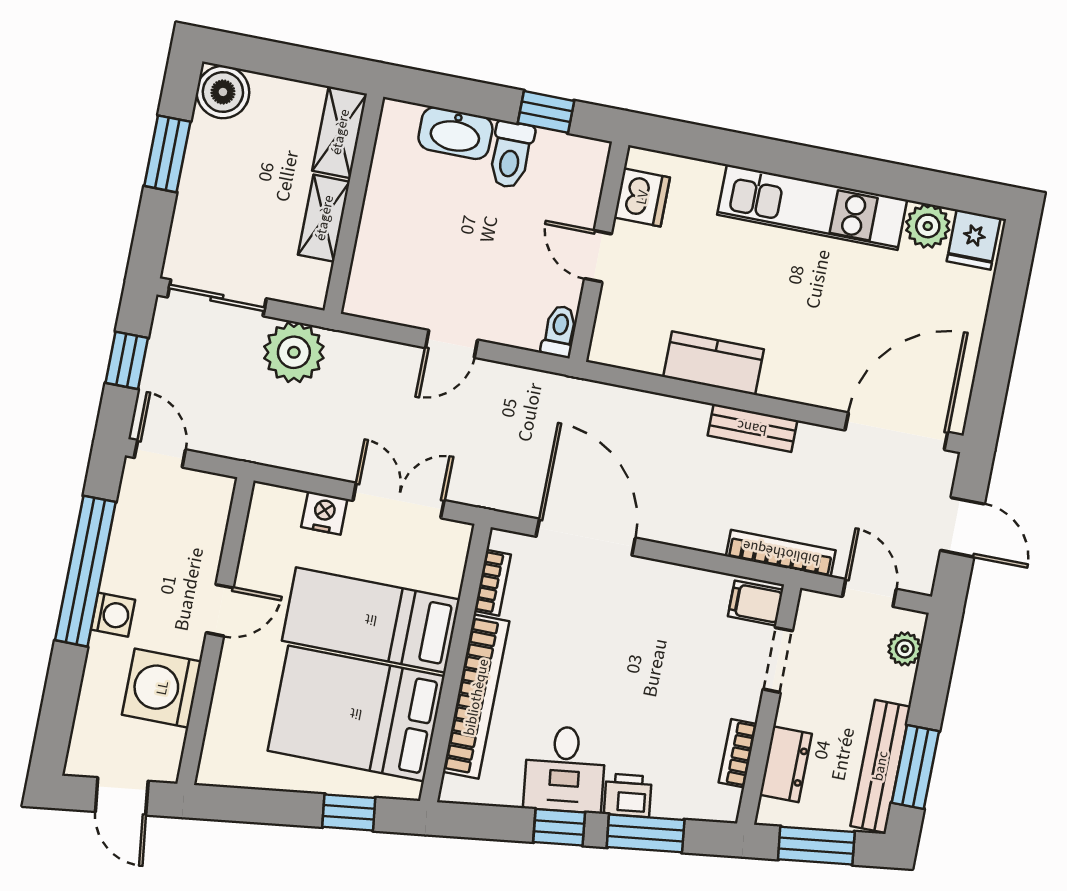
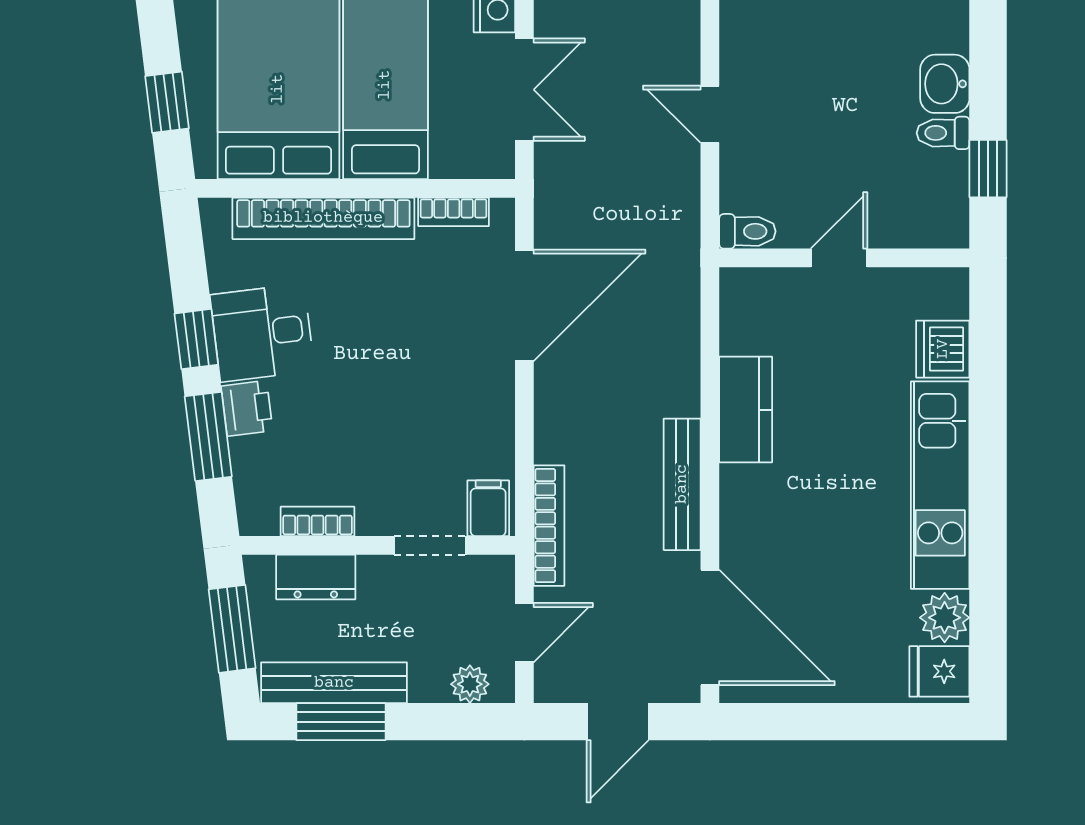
washbasin: (455, 133) -> (945, 84), width x0.72
toilet: (511, 155) -> (943, 133), width x0.73, depth x0.72
dishwasher: (642, 197) -> (943, 349), moved, turned 90
bench: (752, 428) -> (682, 484), width x1.36

